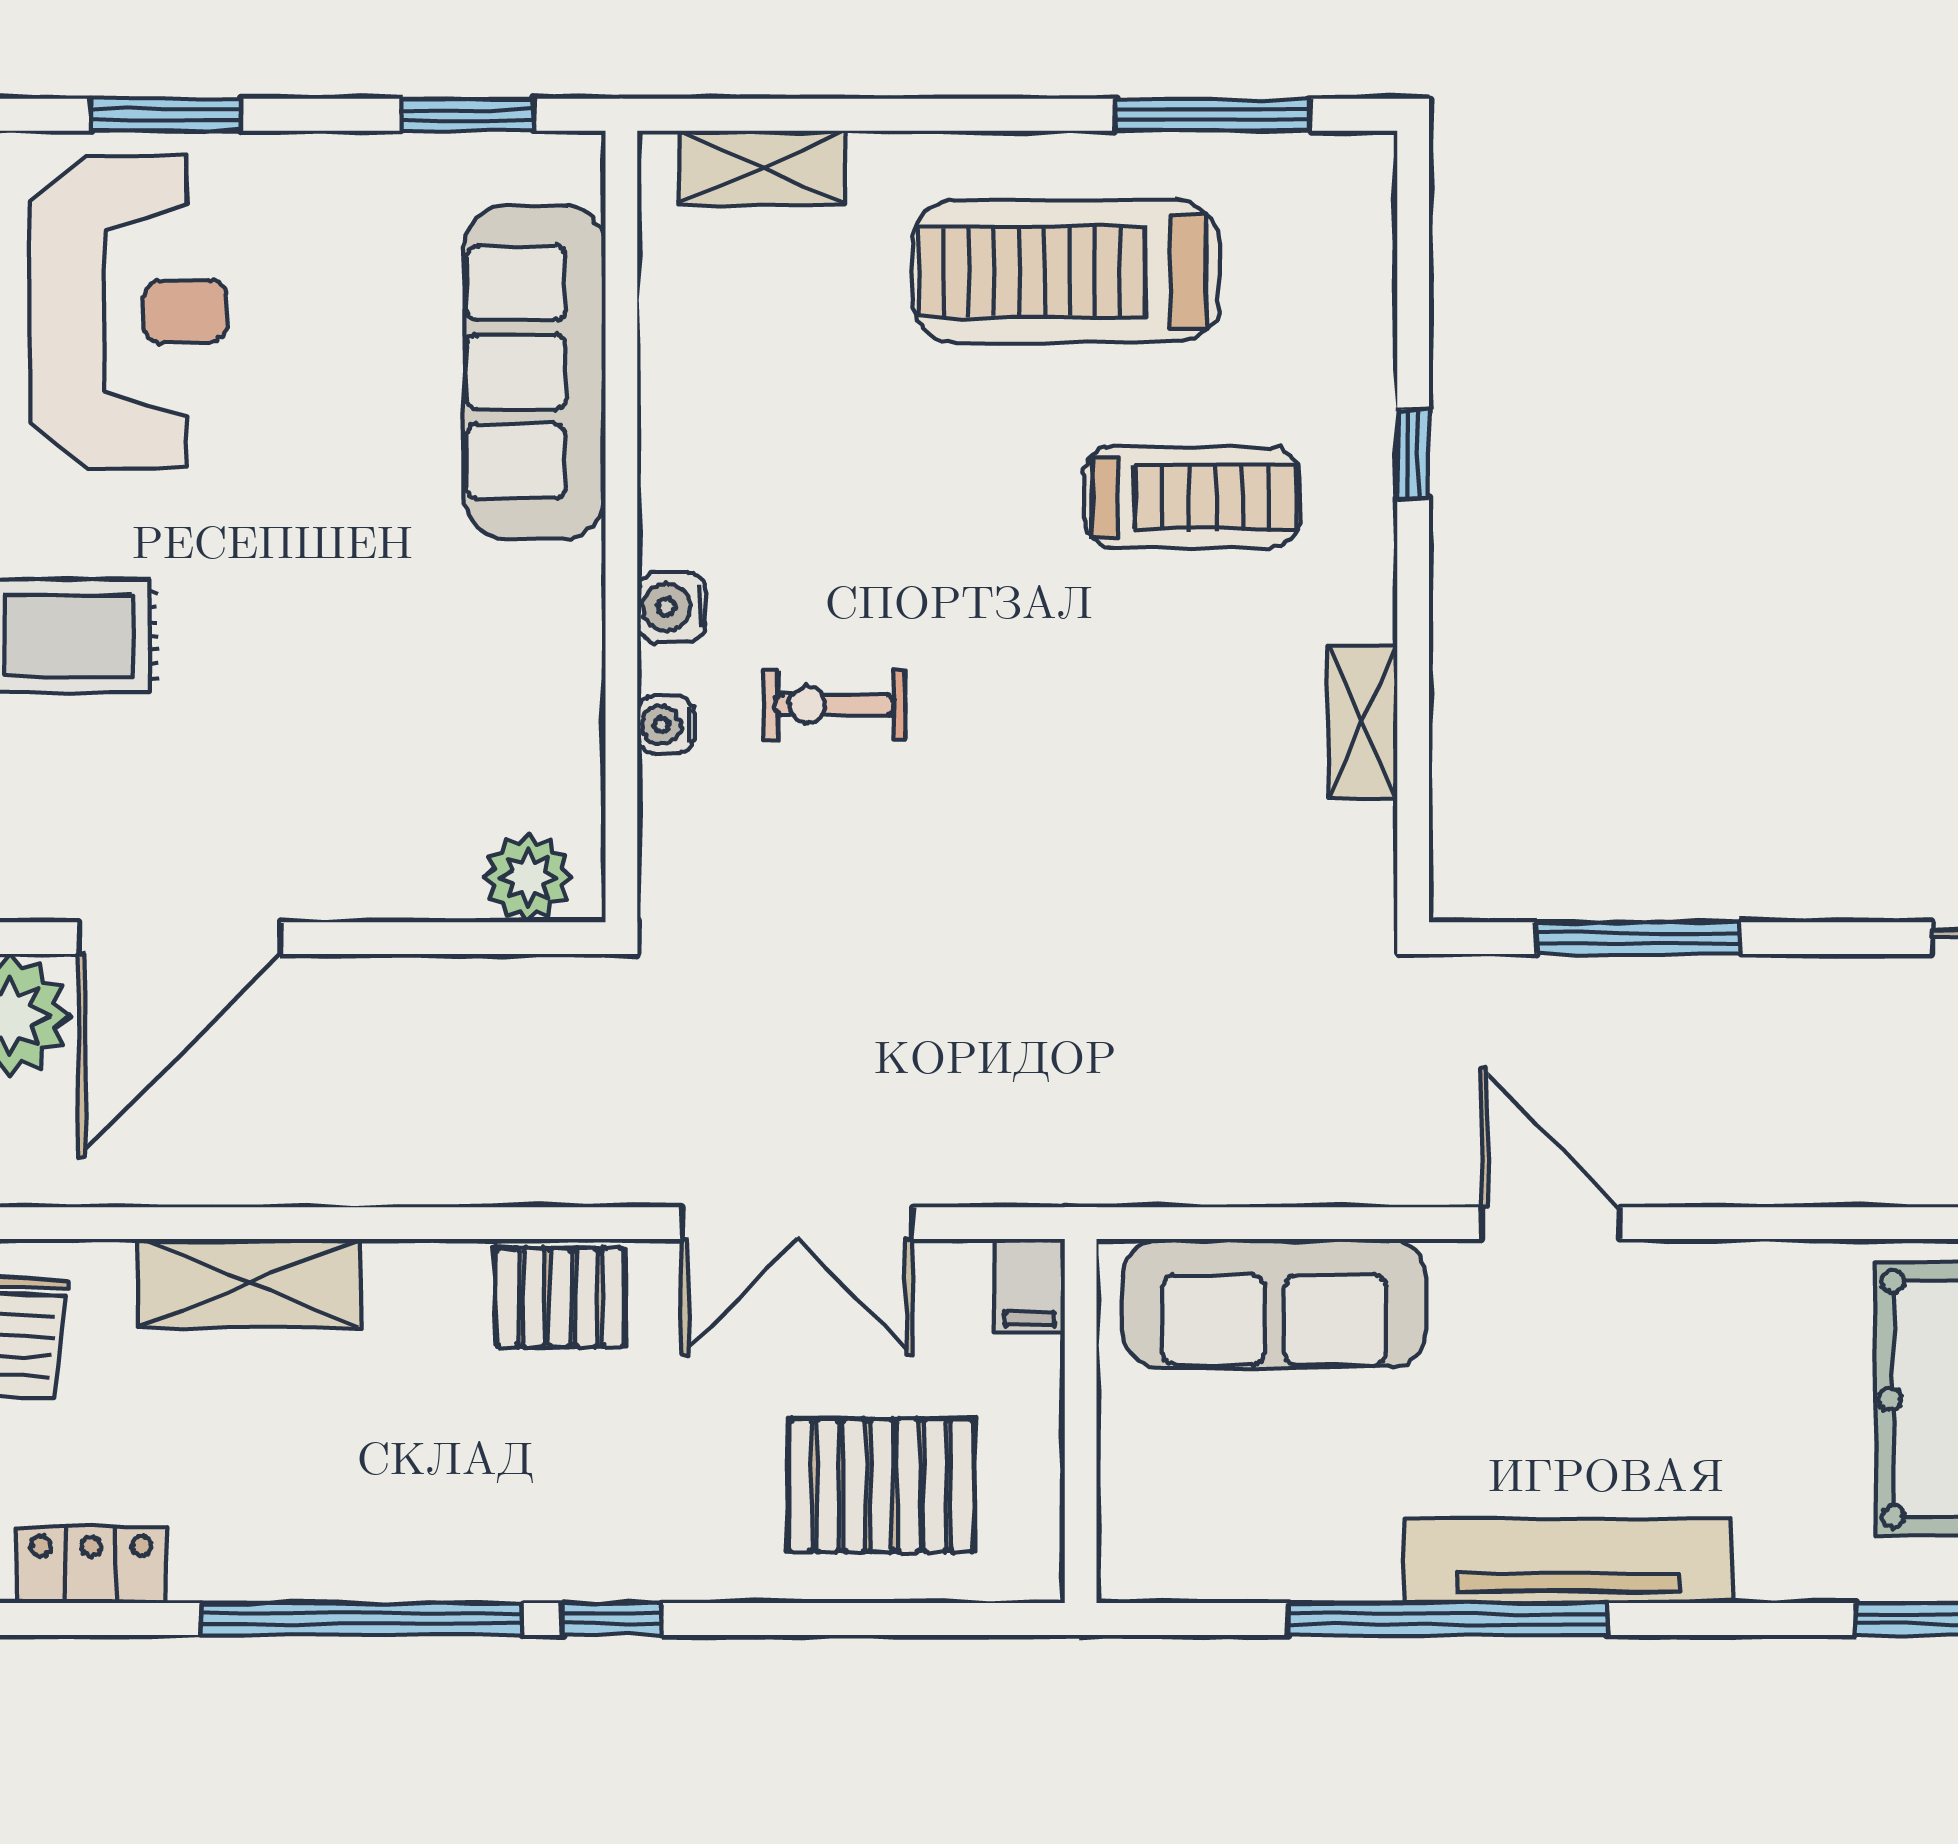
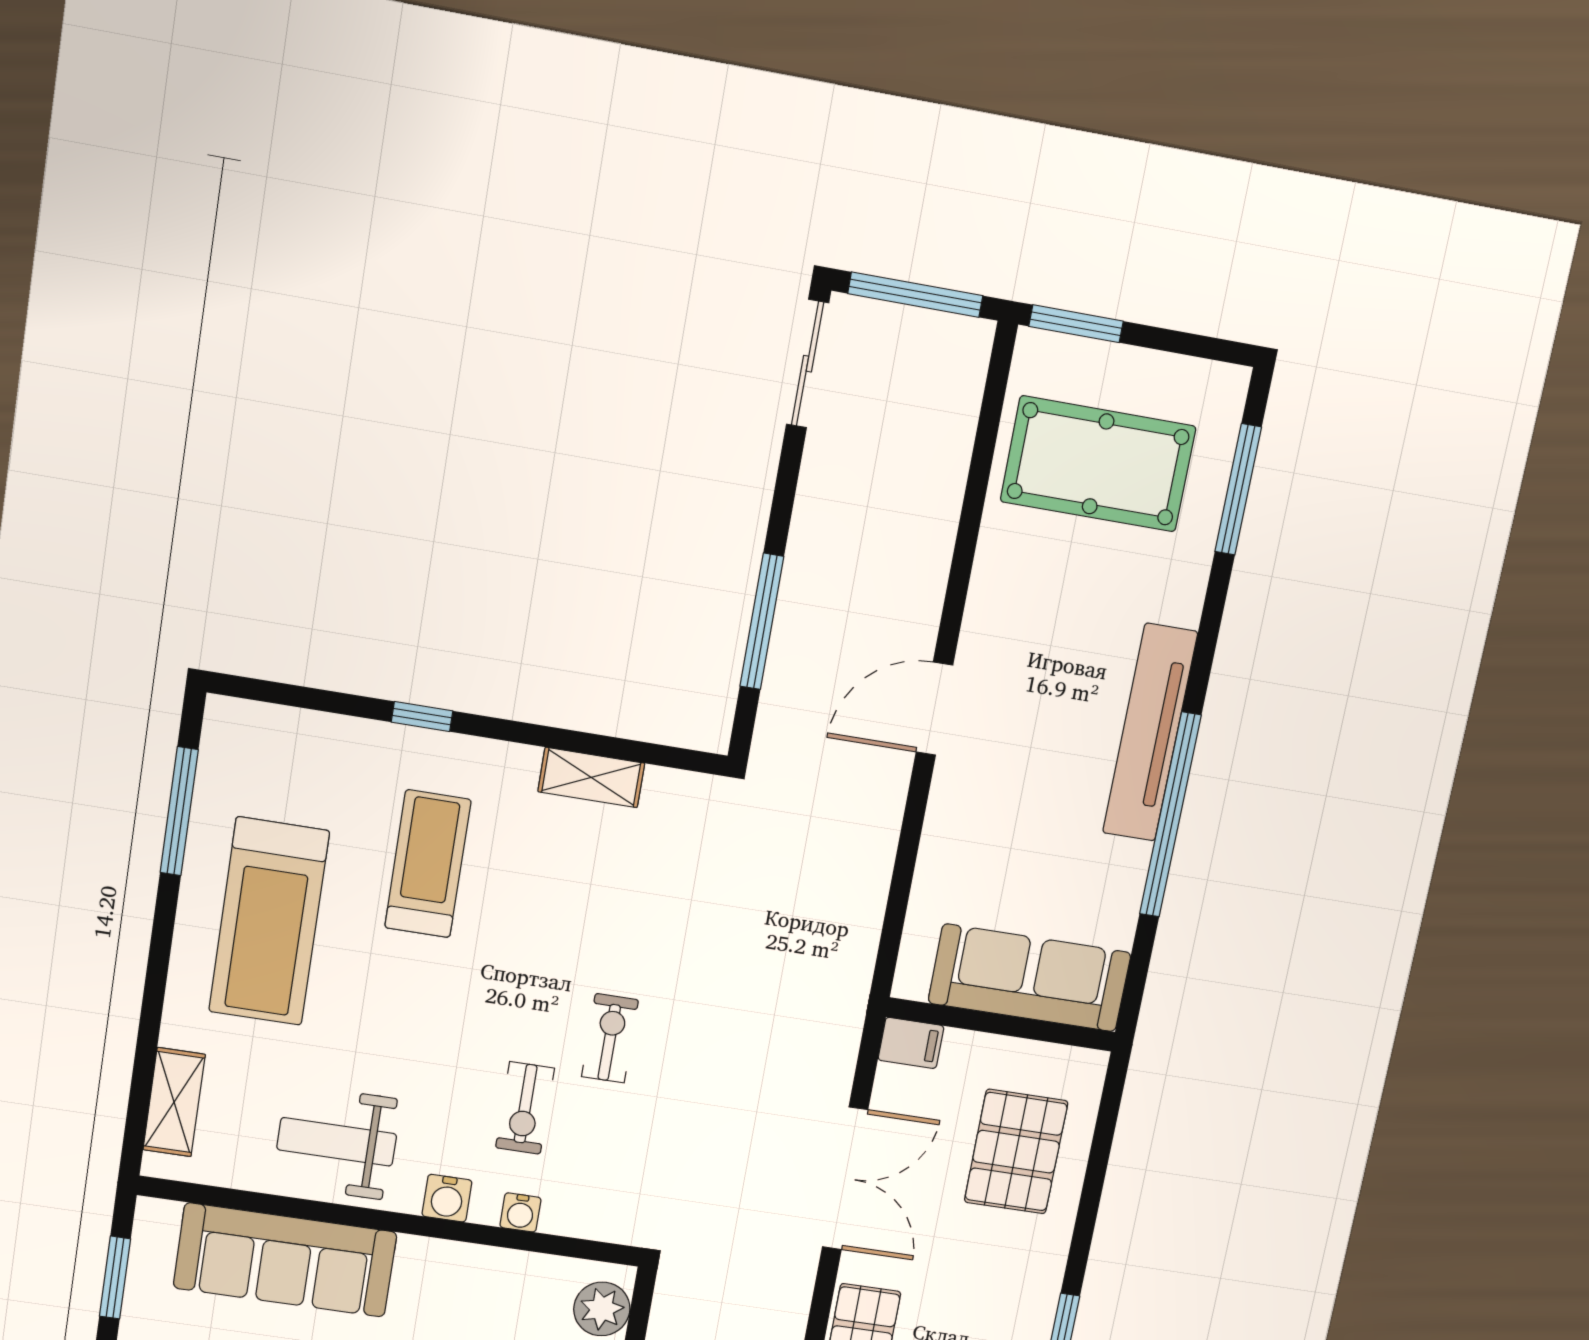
weight bench: (737, 424) -> (337, 1142), added
exercise bike: (965, 817) -> (610, 1038), added
sofa: (1274, 1303) -> (1030, 978), moved, turned -90

